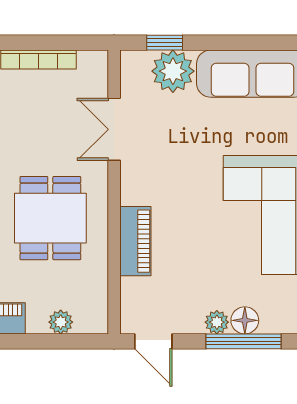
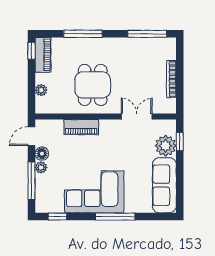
dining table: (50, 218) -> (93, 85), turned 90
floor lamp: (245, 320) -> (42, 154), moved

